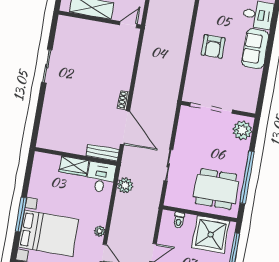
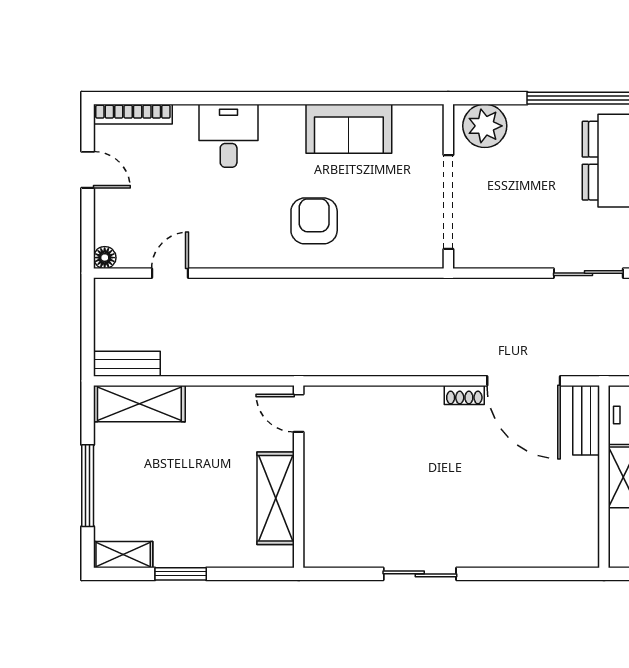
armchair: (213, 46) -> (314, 221), turned -90
sofa: (255, 49) -> (349, 129), moved
door: (125, 128) -> (524, 381), swing flipped

